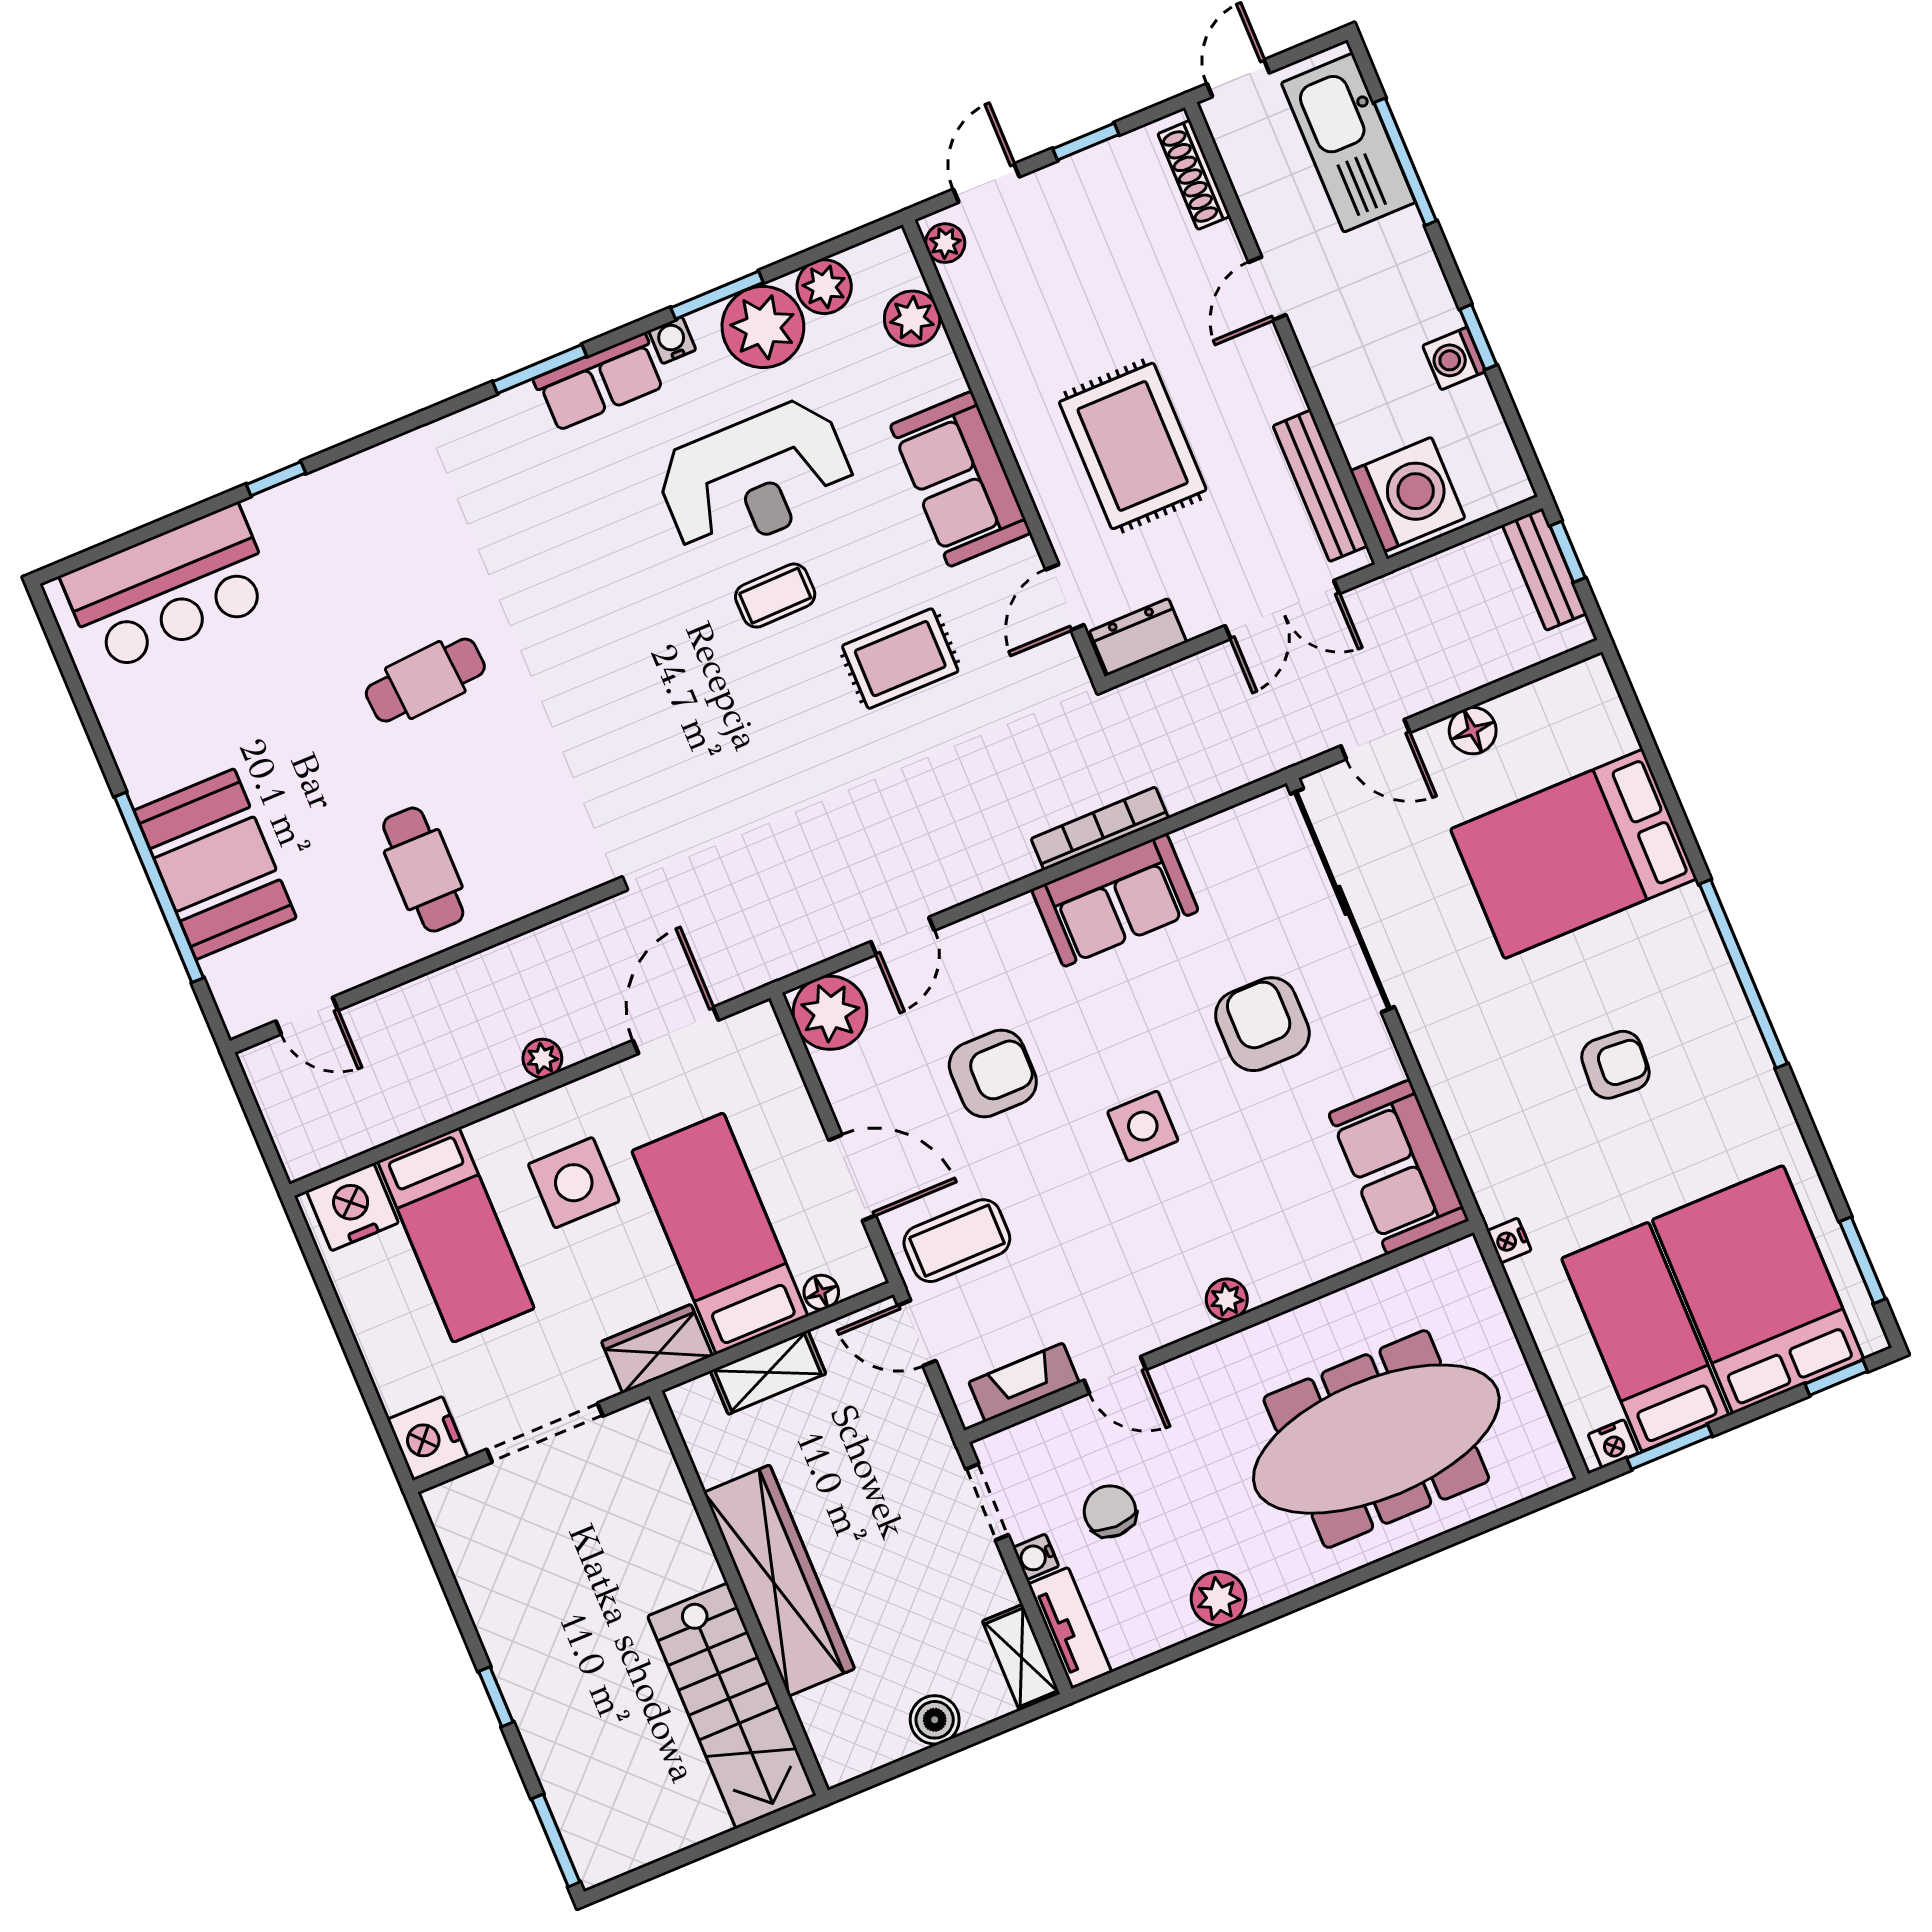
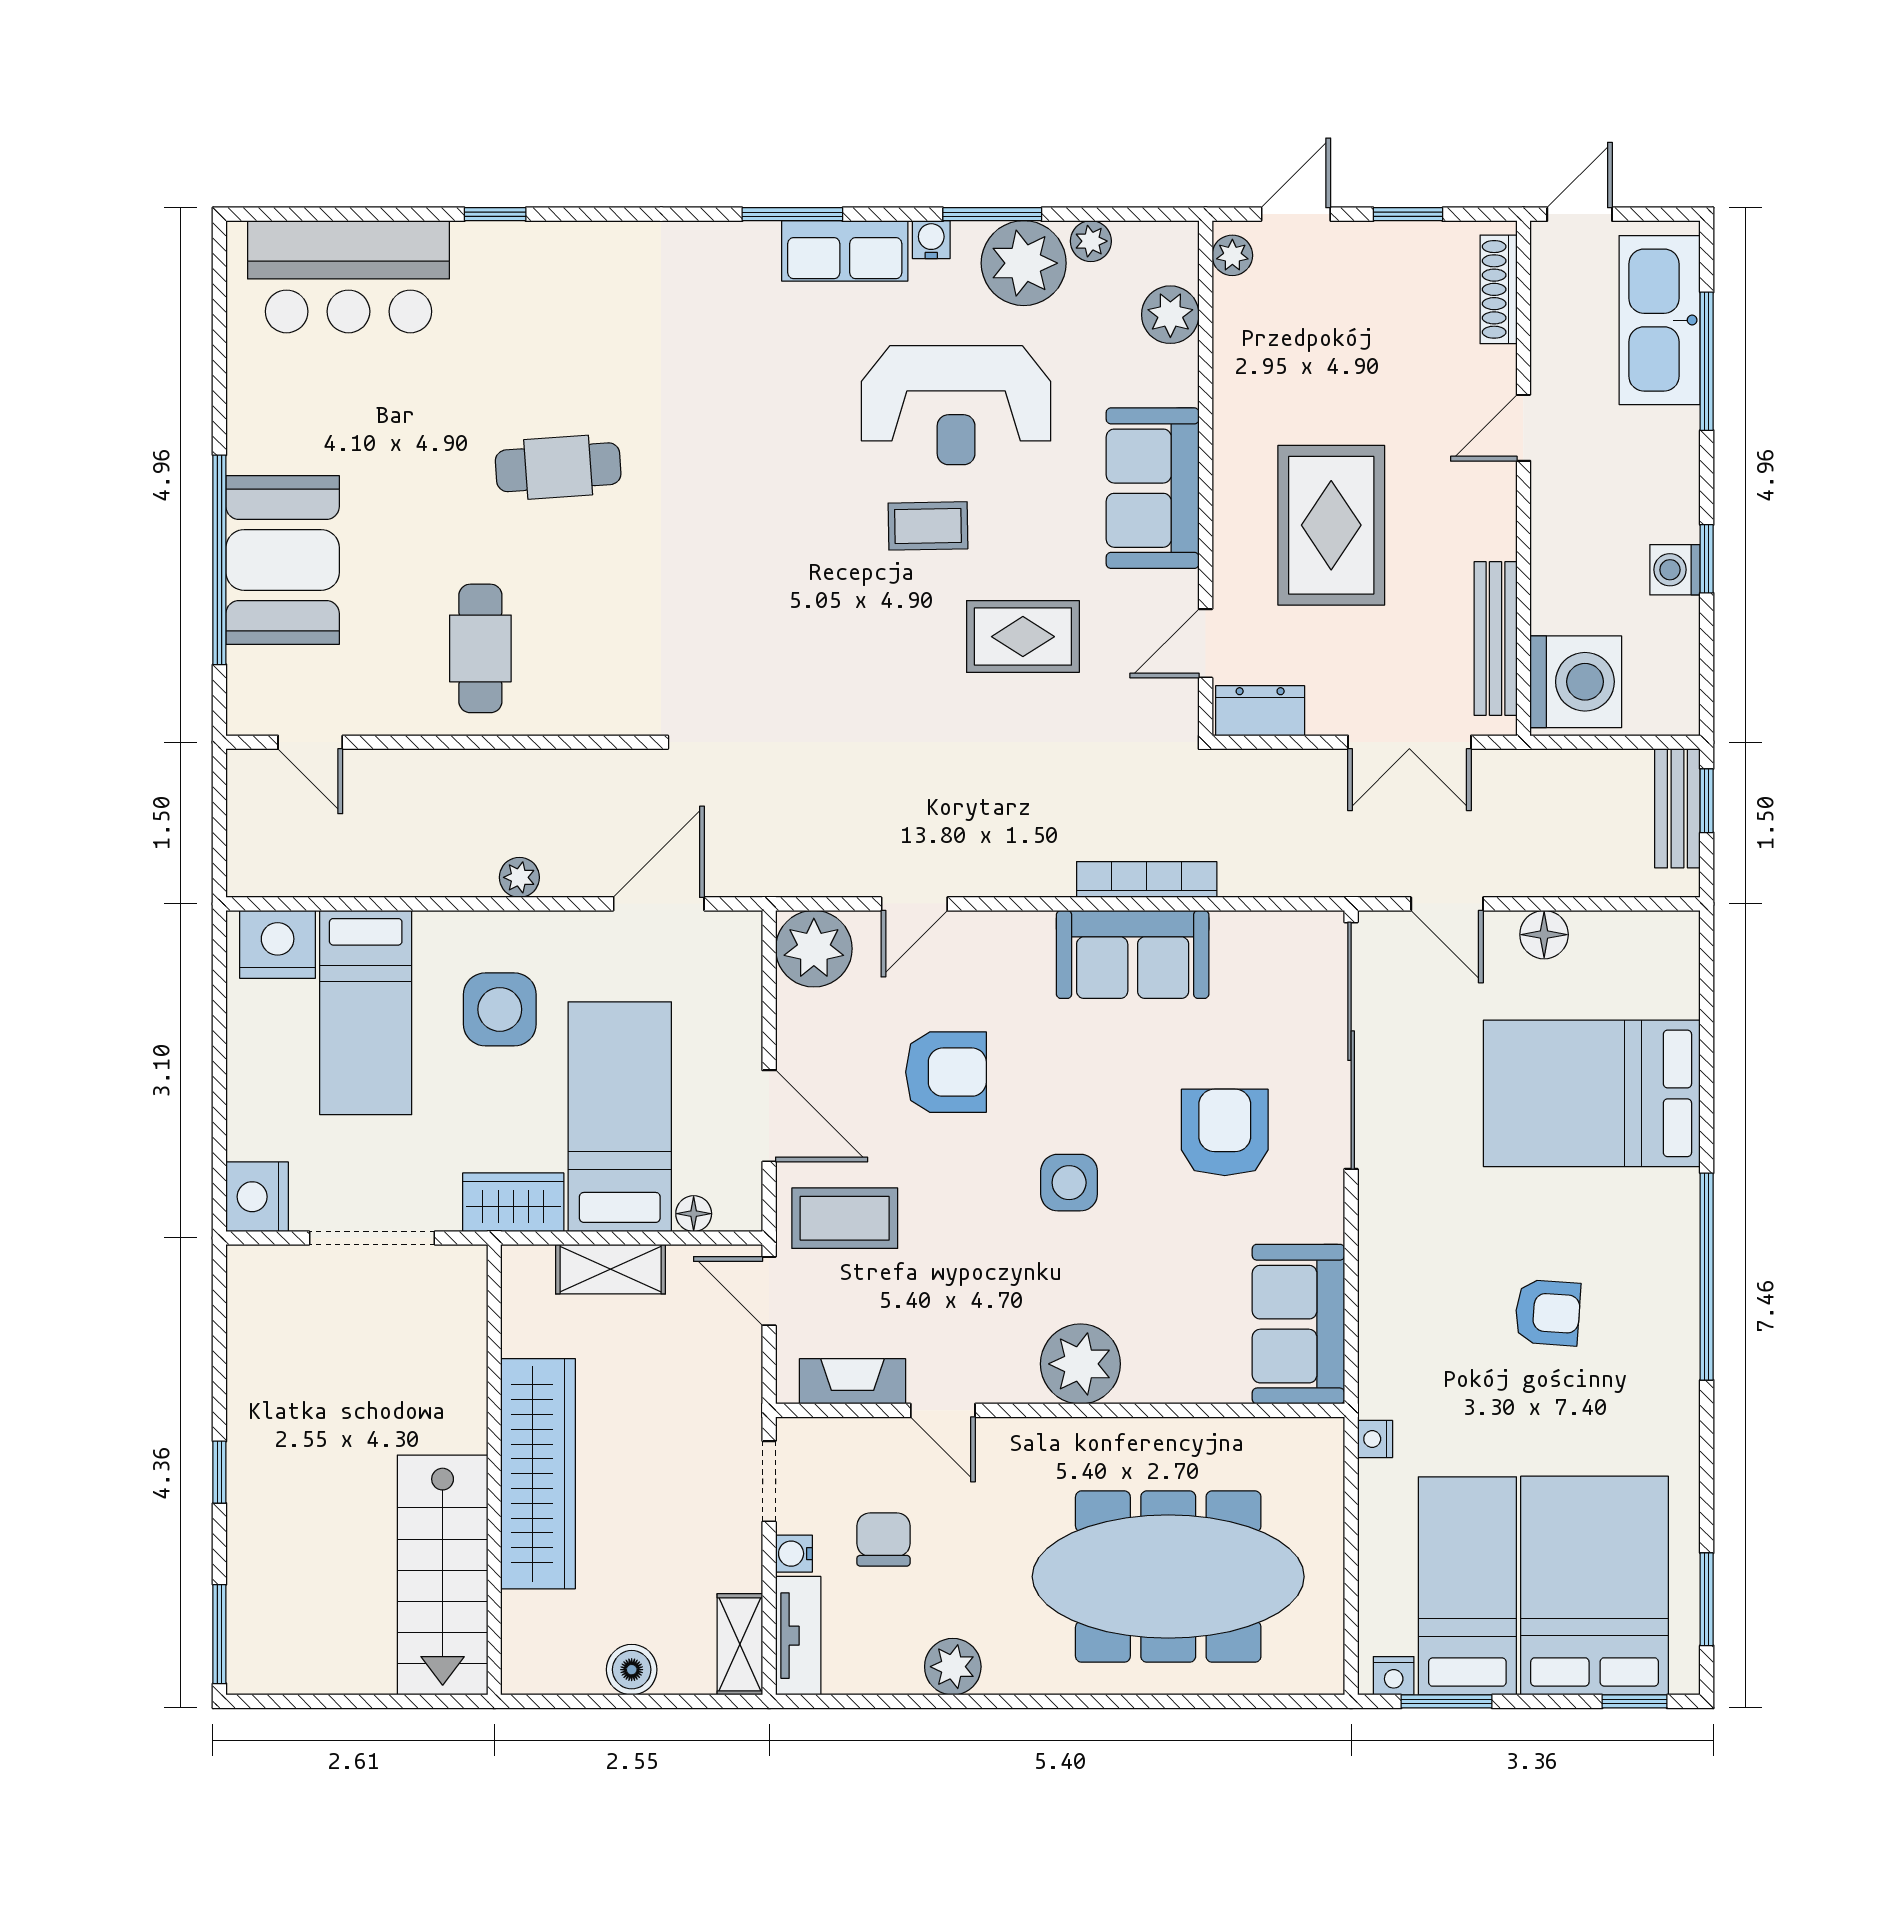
plant: (824, 287) -> (1091, 241), width x0.73, depth x0.73
plant: (1227, 1299) -> (1080, 1364), width x1.87, depth x1.87

